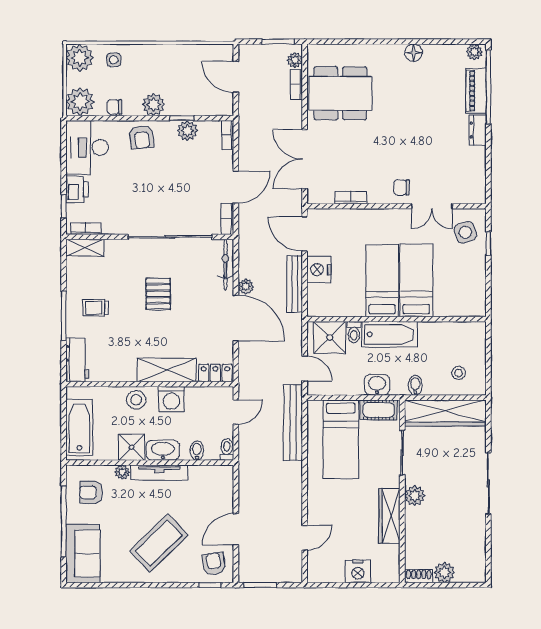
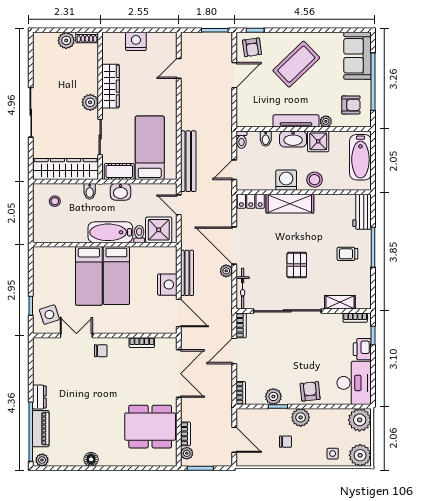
chair: (114, 107) -> (286, 442), moved
shelving: (85, 248) -> (340, 302), moved
trolley: (95, 308) -> (347, 254), turned 180

